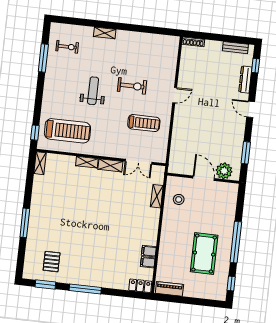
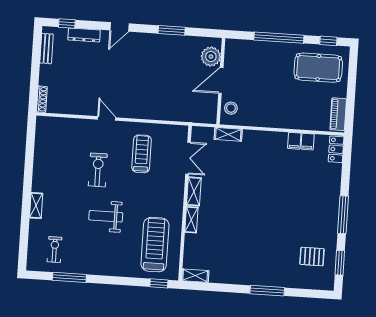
plant: (224, 171) -> (211, 57), moved
wall: (203, 178) -> (221, 81), moved
door: (204, 178) -> (221, 81), moved
pool table: (204, 254) -> (318, 68), moved

